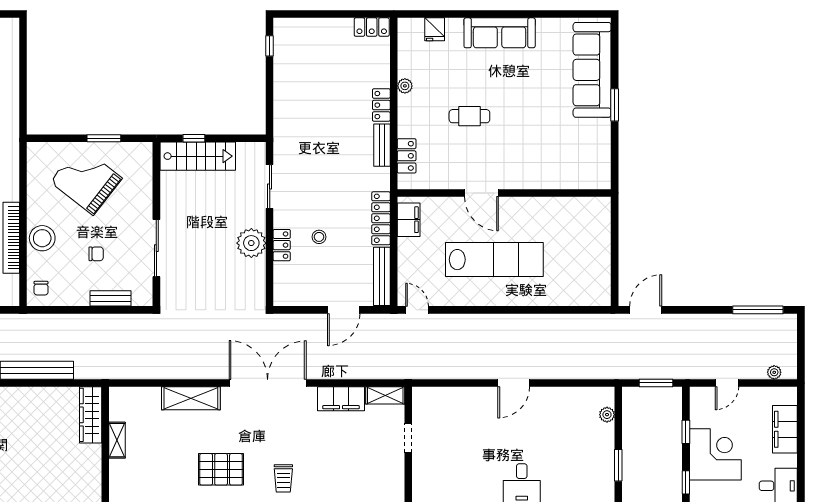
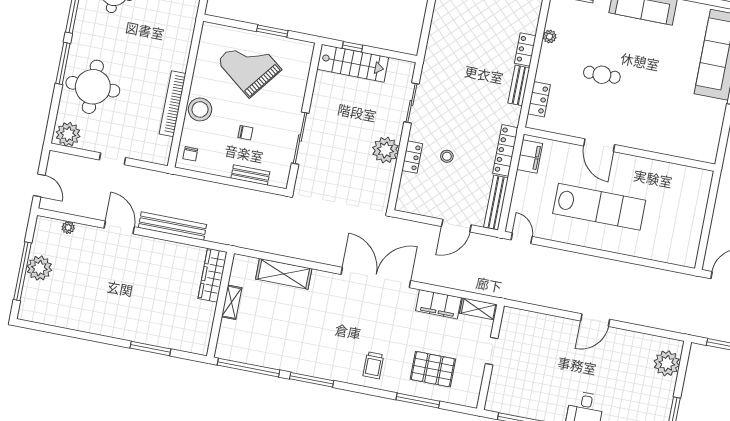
shelving: (191, 398) -> (284, 274), moved
plant: (607, 415) -> (667, 363), width x1.87, depth x1.87
pallet: (221, 469) -> (433, 369), moved

